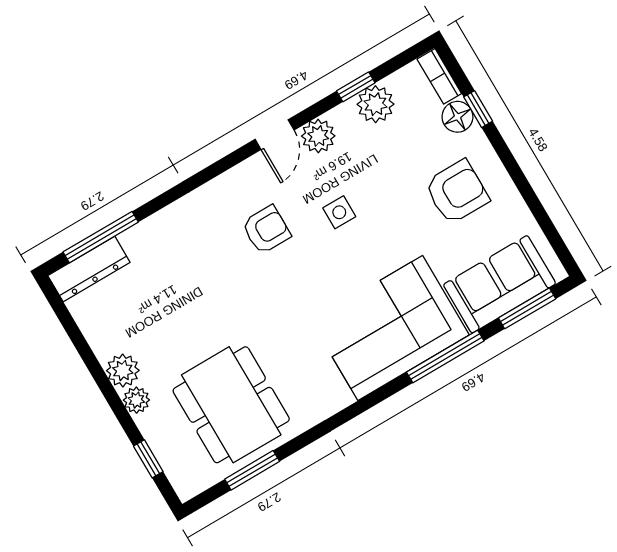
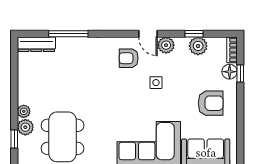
door: (275, 135) -> (148, 34), hinge flipped
armchair: (266, 230) -> (129, 58), moved, turned 180
window: (101, 237) -> (68, 34), moved
plant: (123, 371) -> (25, 127), moved

